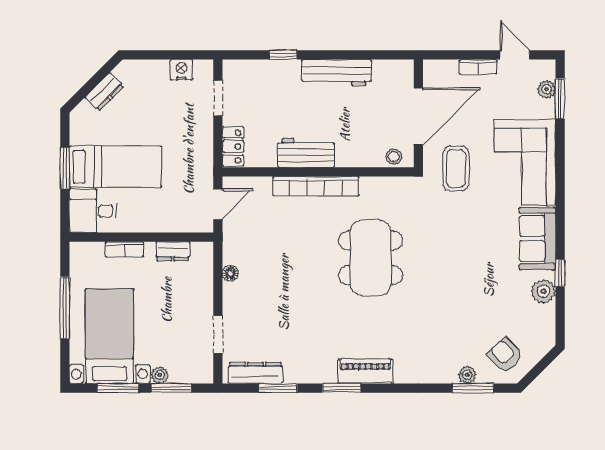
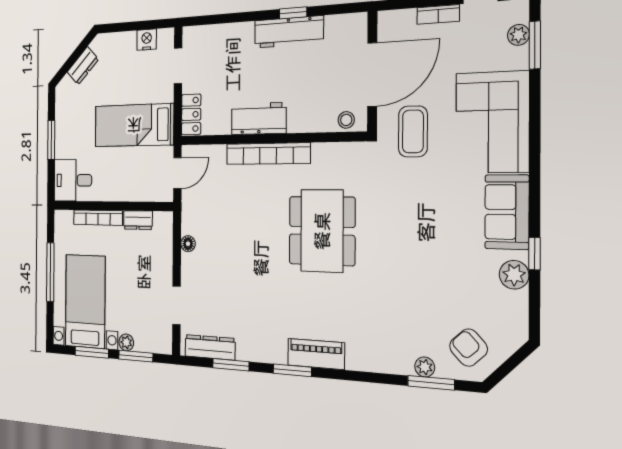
window: (283, 55) -> (293, 13), moved
bed: (116, 167) -> (134, 125), moved, turned 180
bookcase: (124, 249) -> (98, 218), width x1.56

